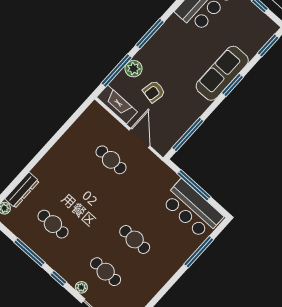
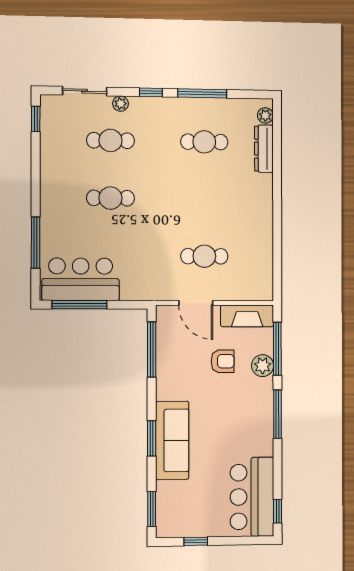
armchair: (154, 92) -> (223, 361), turned 79
window: (194, 185) -> (79, 305), moved

